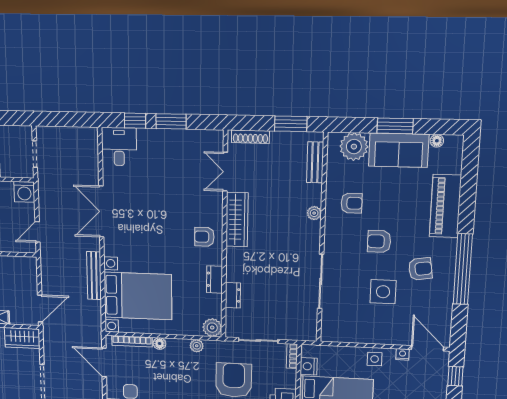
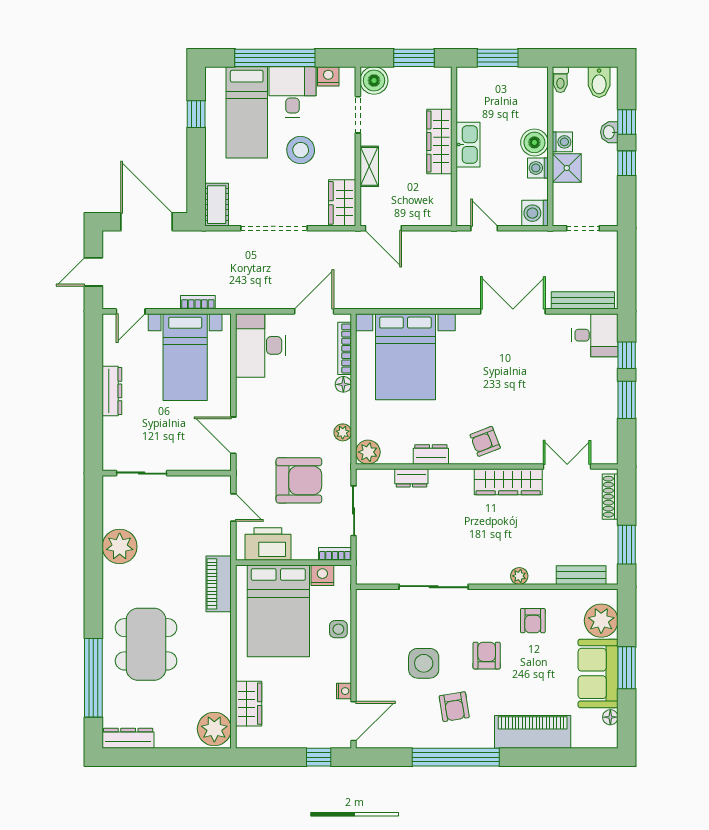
armchair: (204, 237) -> (485, 441), turned -111
bench: (94, 276) -> (583, 300), moved
side table: (375, 359) -> (338, 629), moved

